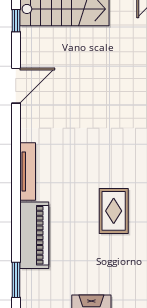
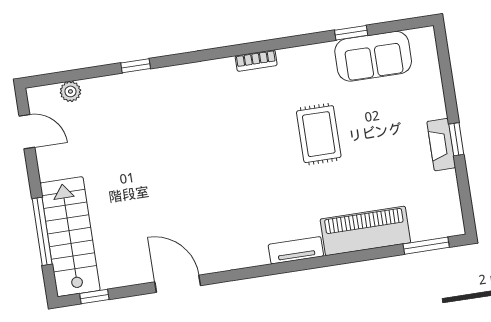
tv unit: (28, 172) -> (296, 250), width x0.71
rug: (114, 211) -> (319, 134), turned 90

